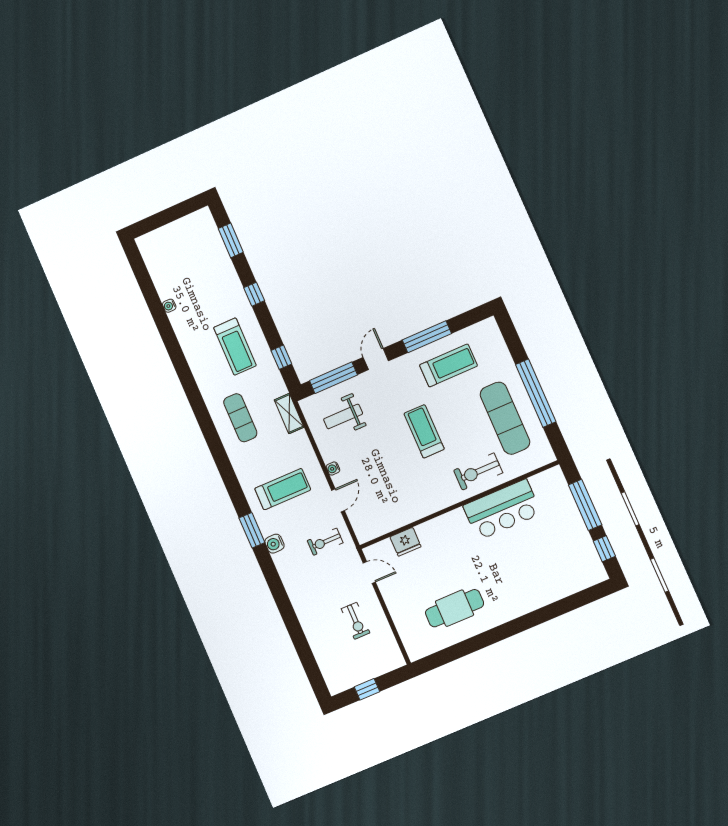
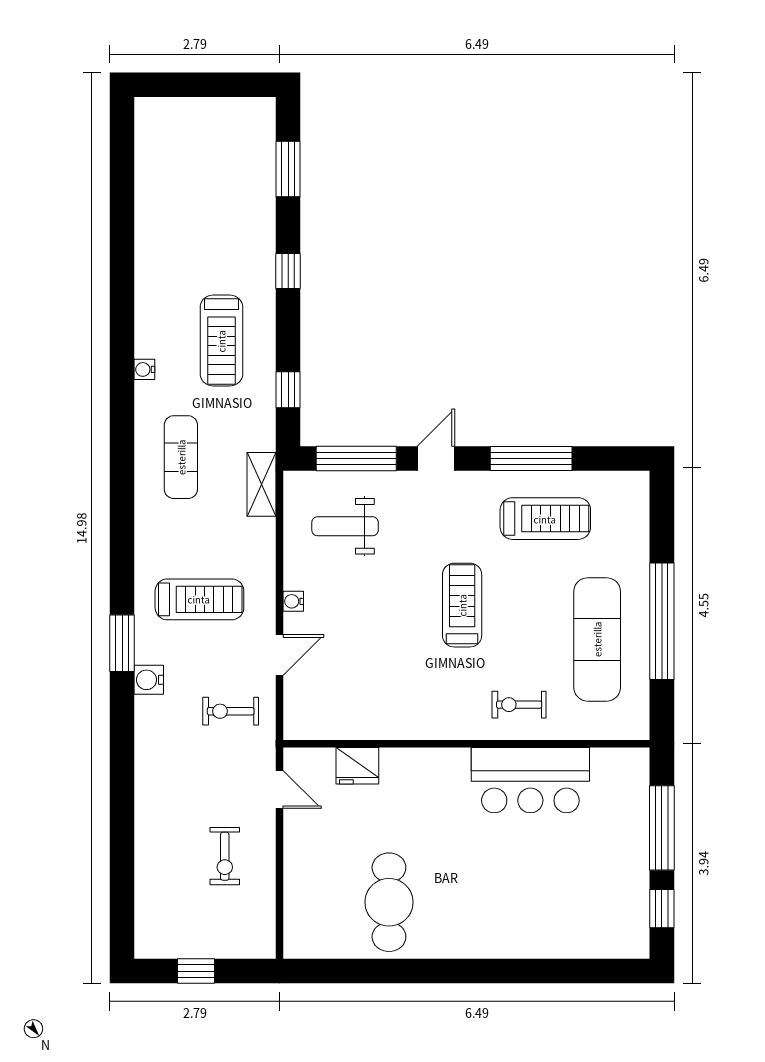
water cooler: (169, 306) -> (144, 369), moved
exercise bike: (478, 472) -> (519, 705), width x0.73, depth x0.72
cafe table: (455, 608) -> (389, 902), turned 90

